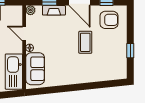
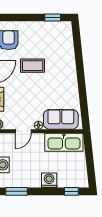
window: (130, 51) -> (53, 18), moved

